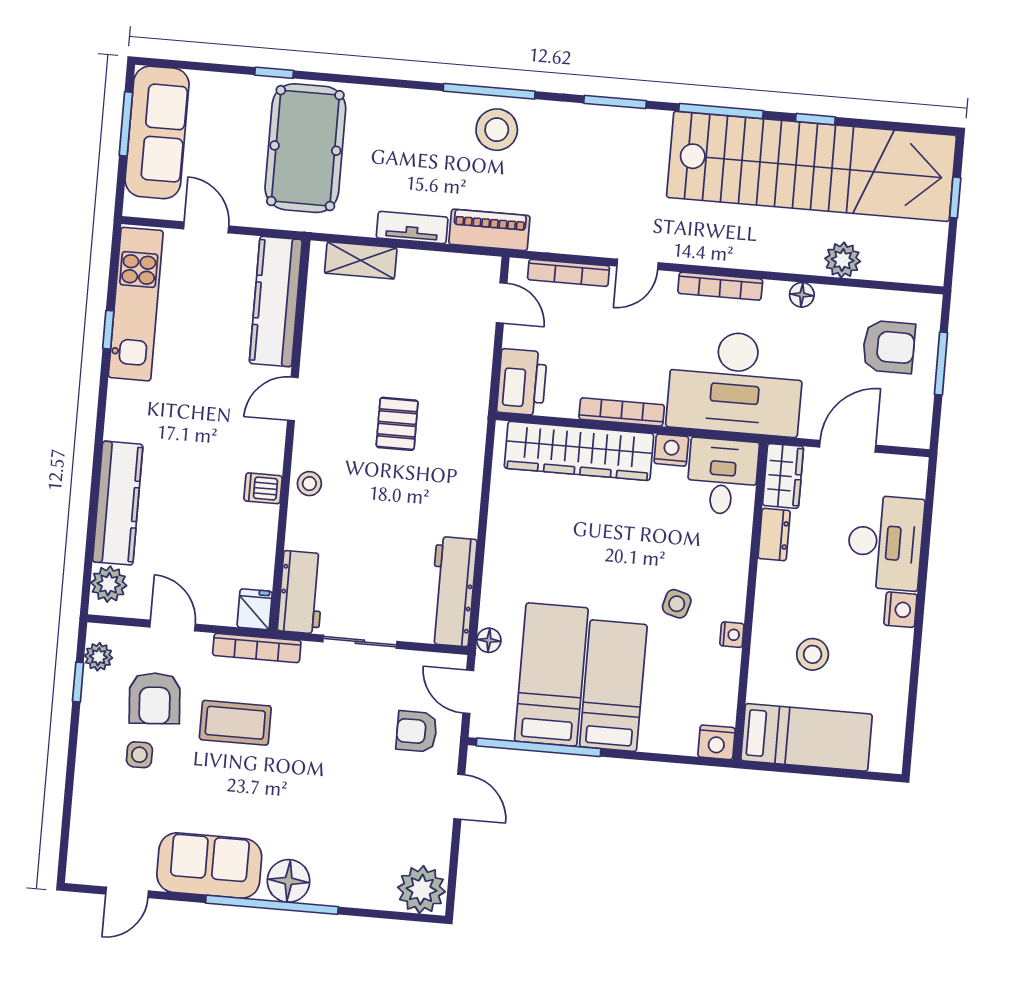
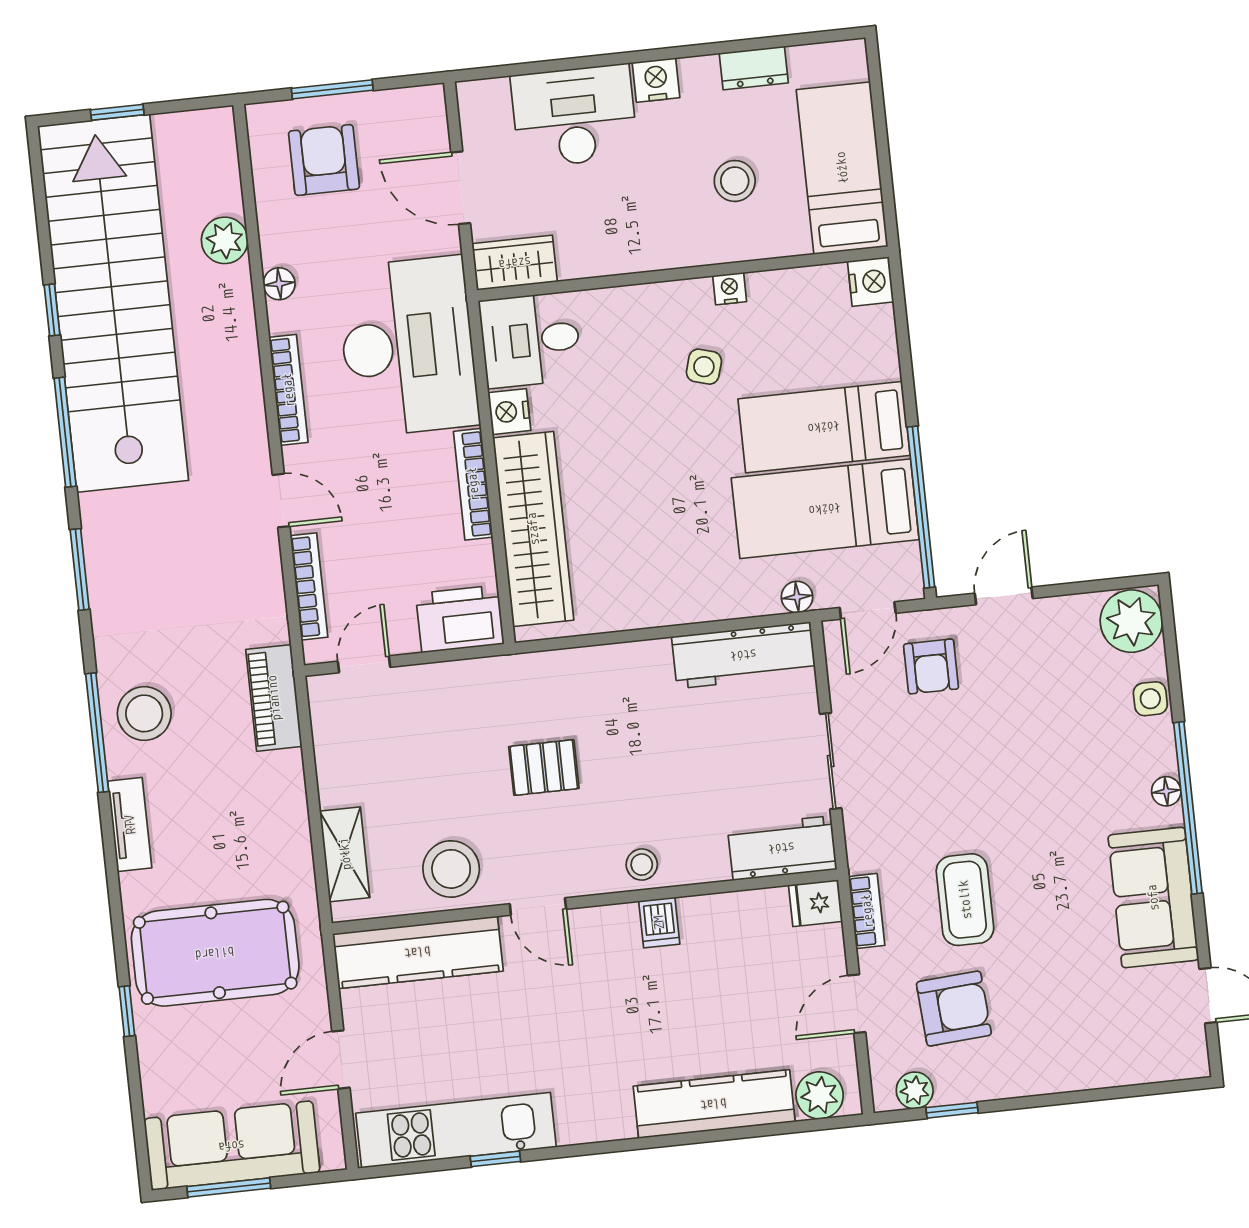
tv unit: (412, 228) -> (130, 825), moved, turned 180
stool: (334, 339) -> (451, 869), added
dresser: (774, 535) -> (754, 68), moved, turned 180
bookcase: (257, 648) -> (867, 911), width x0.64
side table: (139, 755) -> (1150, 699), moved
floor lamp: (289, 881) -> (1166, 791), width x0.53, depth x0.53

